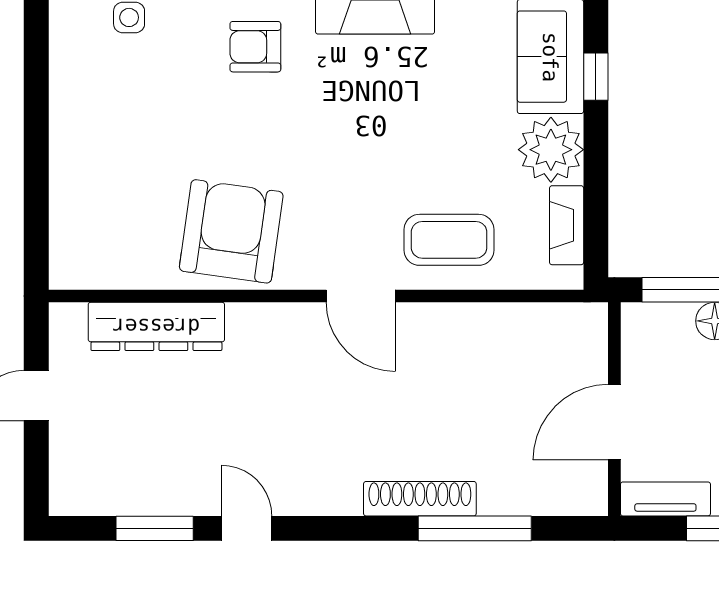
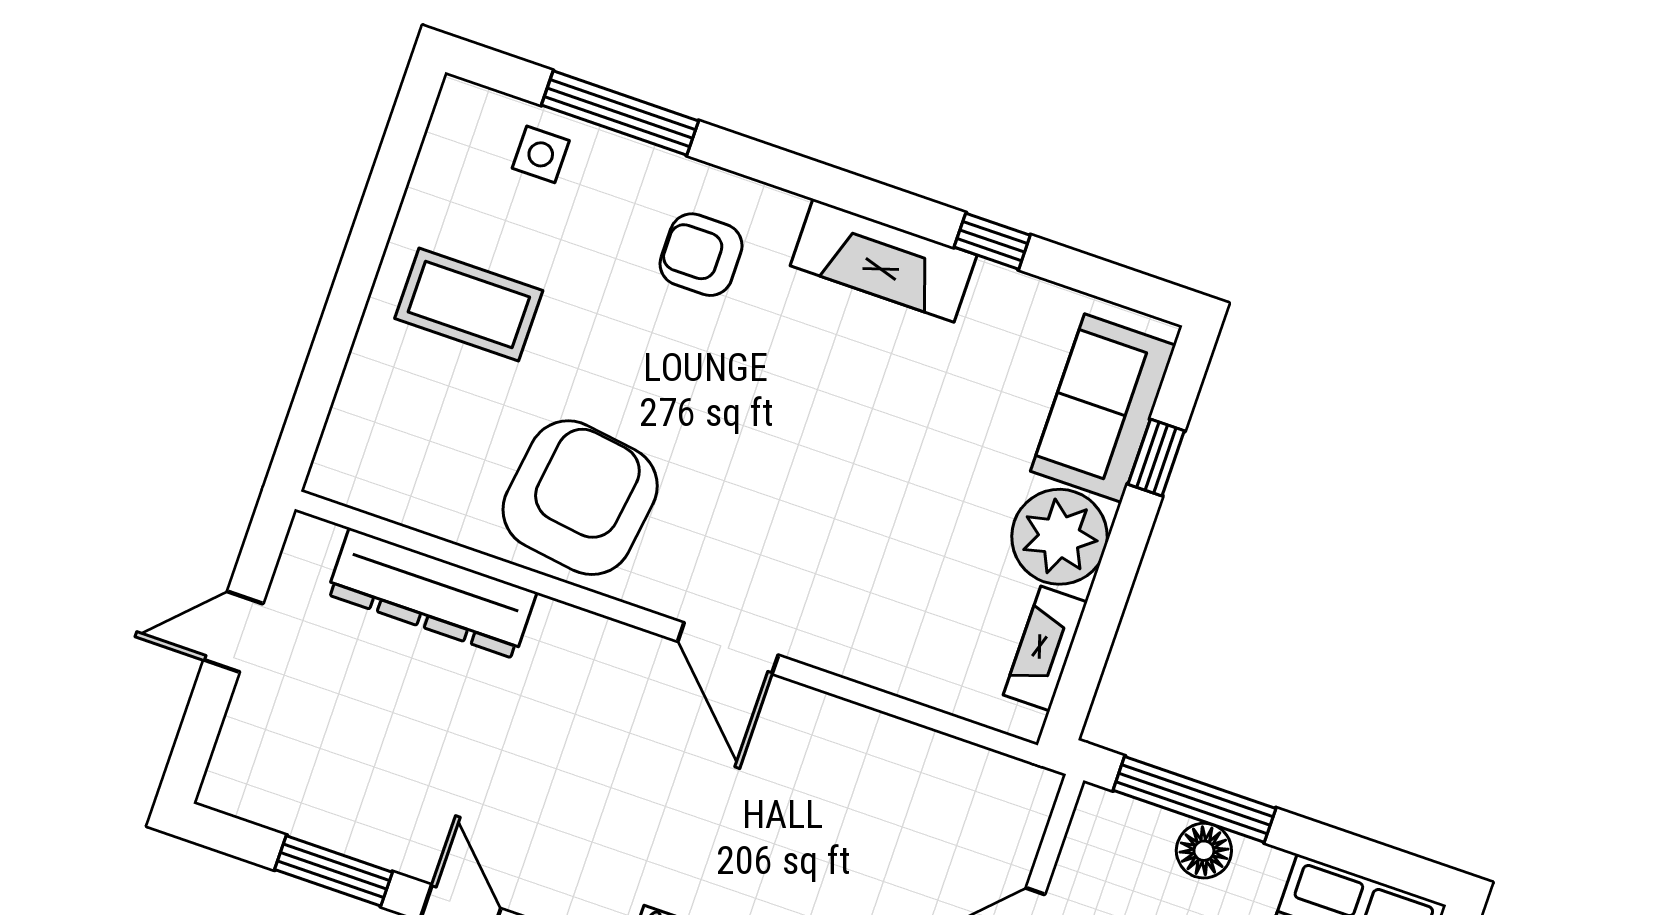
coffee table: (449, 240) -> (469, 304), moved

